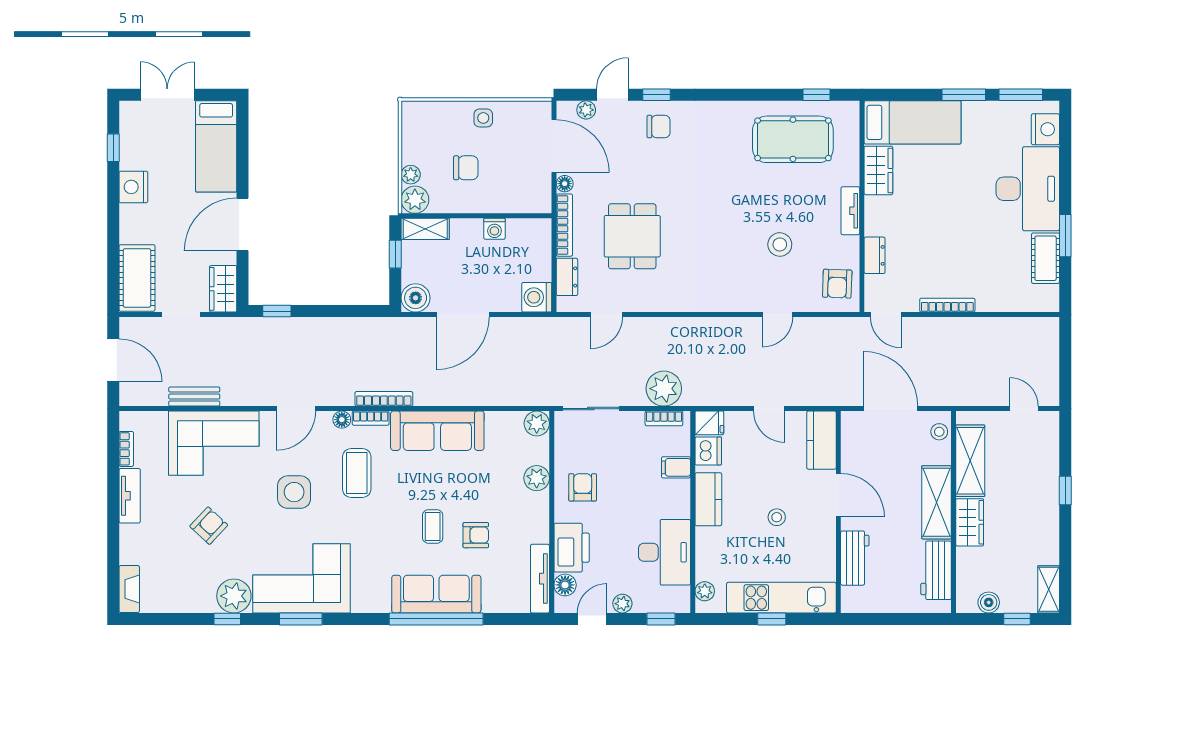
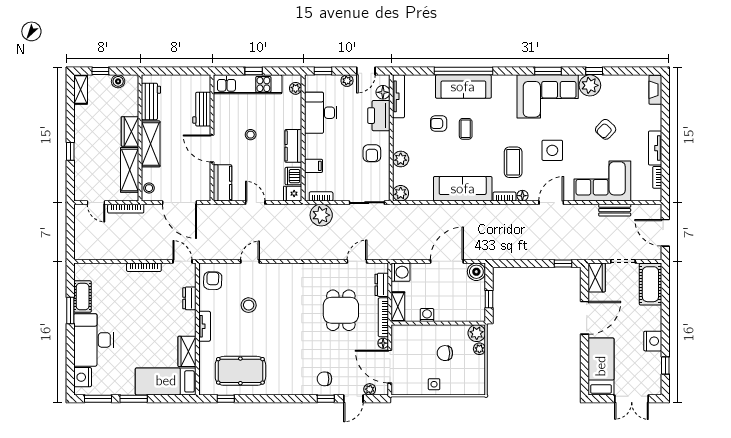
shelving: (425, 229) -> (398, 307), moved, turned 90
bookcase: (384, 399) -> (126, 209), moved

